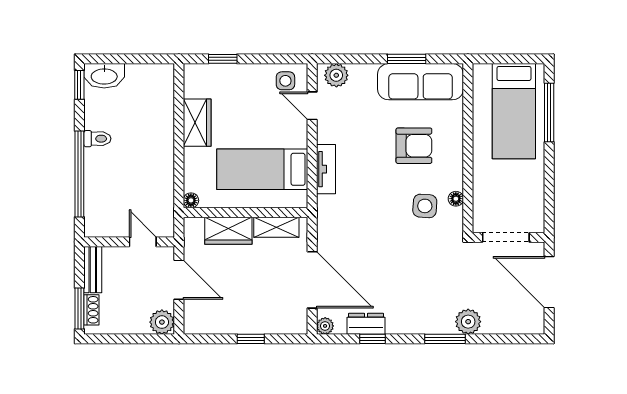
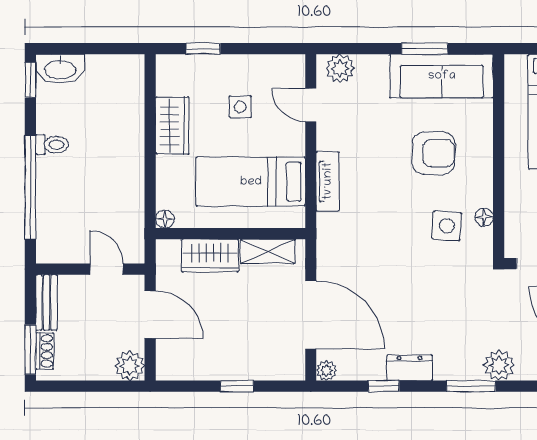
side table: (285, 81) -> (240, 107), moved
dresser: (366, 324) -> (410, 368), moved

